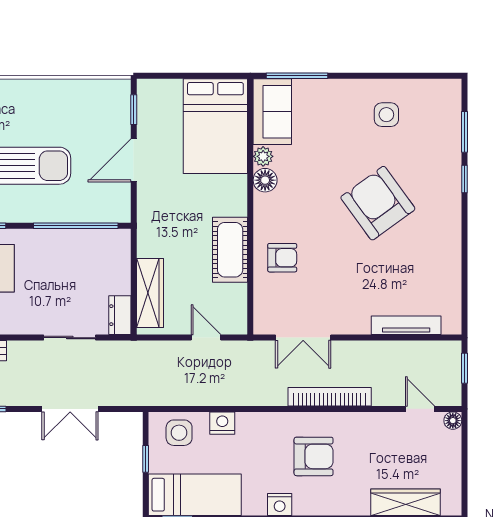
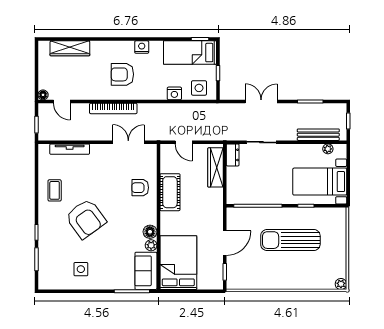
coffee table: (433, 253) -> (55, 190), added

